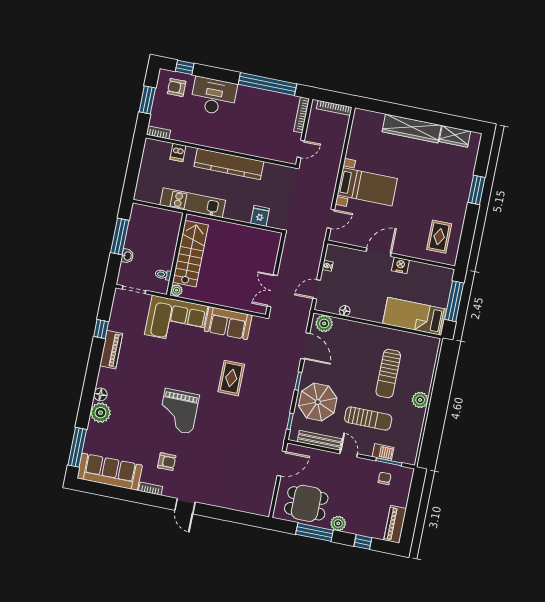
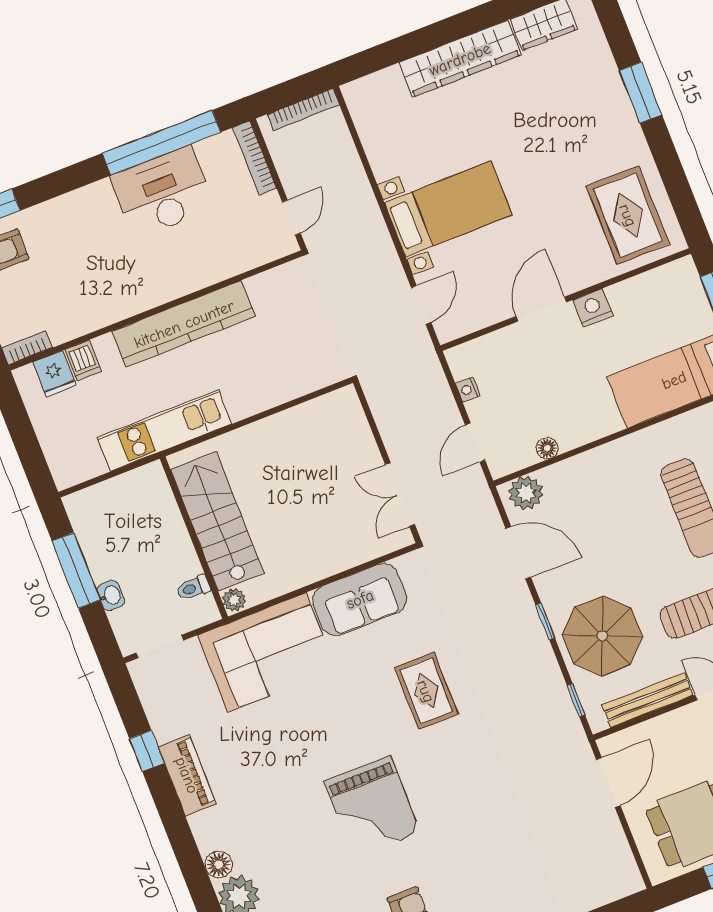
desk: (214, 96) -> (162, 192), moved
fridge: (260, 216) -> (54, 374), moved, turned 180
rug: (439, 237) -> (628, 215), width x1.36, depth x1.43

